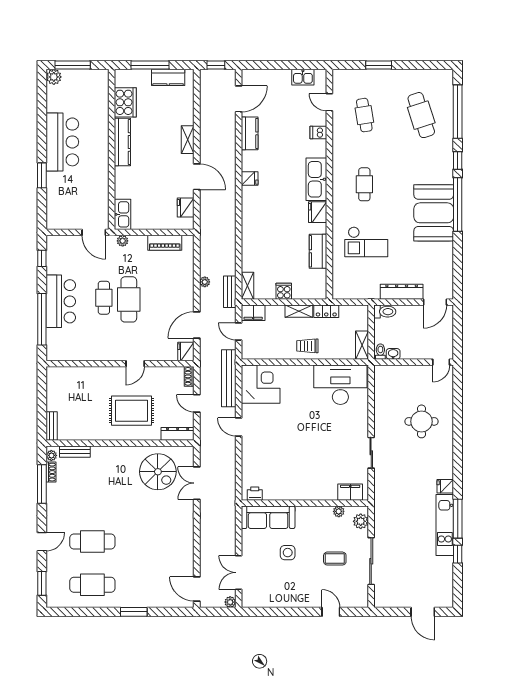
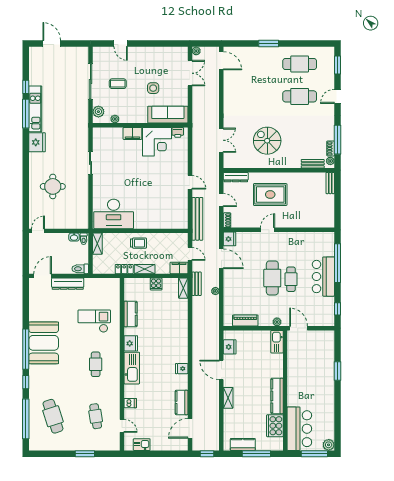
bar counter: (62, 142) -> (299, 429), moved, turned 180
door: (197, 325) -> (221, 259), hinge flipped
corner desk: (261, 384) -> (157, 142), moved, turned -90
spiral stairs: (158, 472) -> (267, 141), moved
fridge: (445, 486) -> (37, 142), width x1.88, depth x1.34
filing cabinet: (350, 492) -> (132, 133), moved

